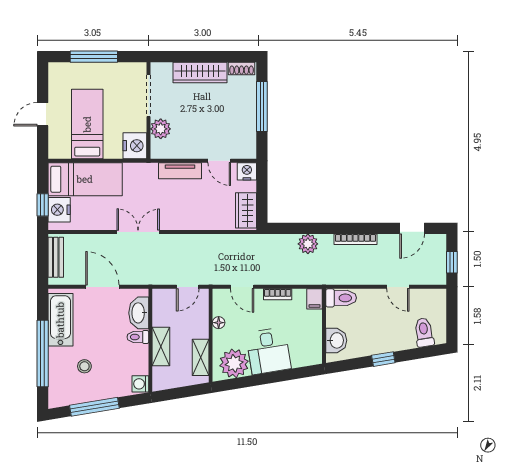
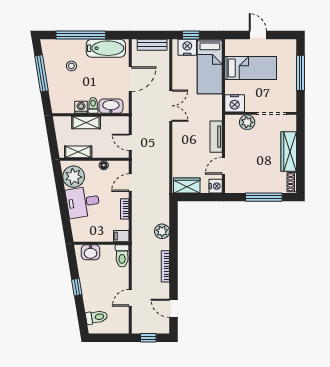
washing machine: (140, 384) -> (81, 107), moved

